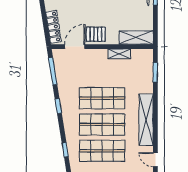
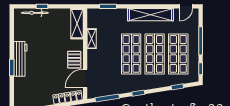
door: (75, 47) -> (85, 78), hinge flipped

